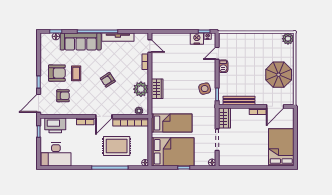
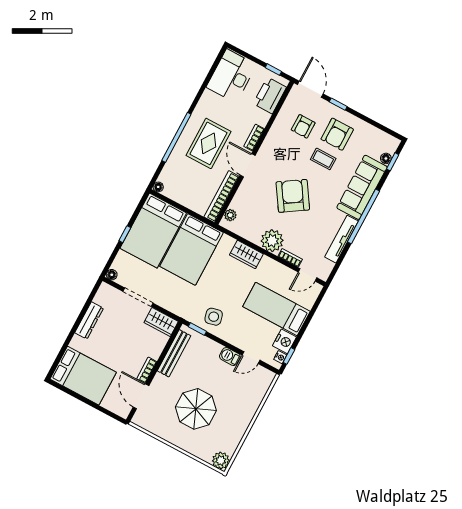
door: (217, 53) -> (251, 358), swing flipped
bed: (180, 54) -> (276, 309), added
parasol: (279, 75) -> (196, 409), moved
armchair: (108, 80) -> (293, 196), width x1.88, depth x1.88
plant: (141, 89) -> (272, 241), moved
bed: (172, 123) -> (192, 249), width x1.50
rug: (117, 146) -> (209, 143), moved
dresser: (246, 161) -> (89, 320), added

